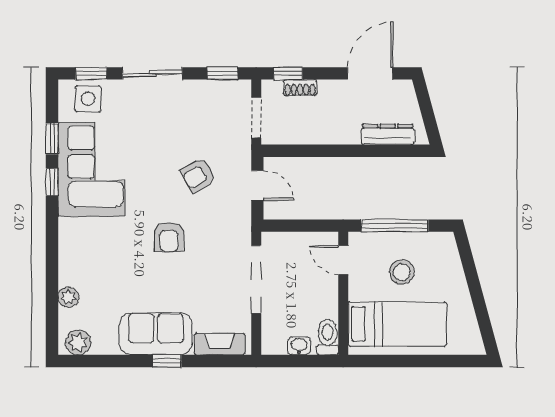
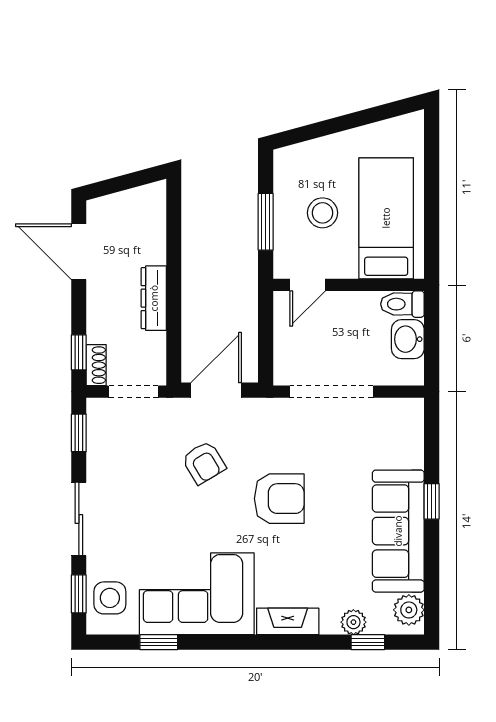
shoe rack: (300, 88) -> (96, 365), moved
dresser: (388, 134) -> (154, 298), moved
window: (52, 182) -> (368, 642), moved
door: (257, 185) -> (216, 390), width x1.37
window: (395, 226) -> (266, 222), width x0.69
armchair: (169, 237) -> (279, 499), width x1.38, depth x1.38
sofa: (156, 334) -> (398, 531), width x1.36
fireplace: (220, 344) -> (288, 621), moved, turned 90
washbasin: (299, 346) -> (408, 339), width x1.38, depth x1.45

